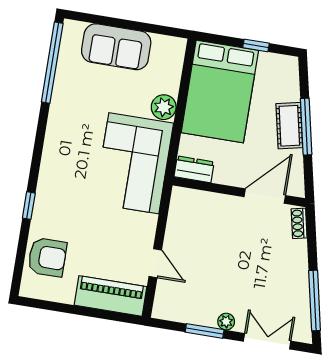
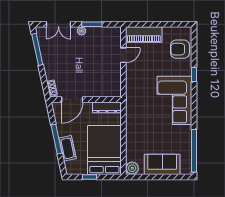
plant: (164, 107) -> (132, 168), moved
cot: (289, 126) -> (68, 148), moved
corner sofa: (134, 163) -> (174, 100), moved, turned 180
dresser: (194, 169) -> (107, 107), width x1.44
door: (155, 263) -> (123, 55), swing flipped

